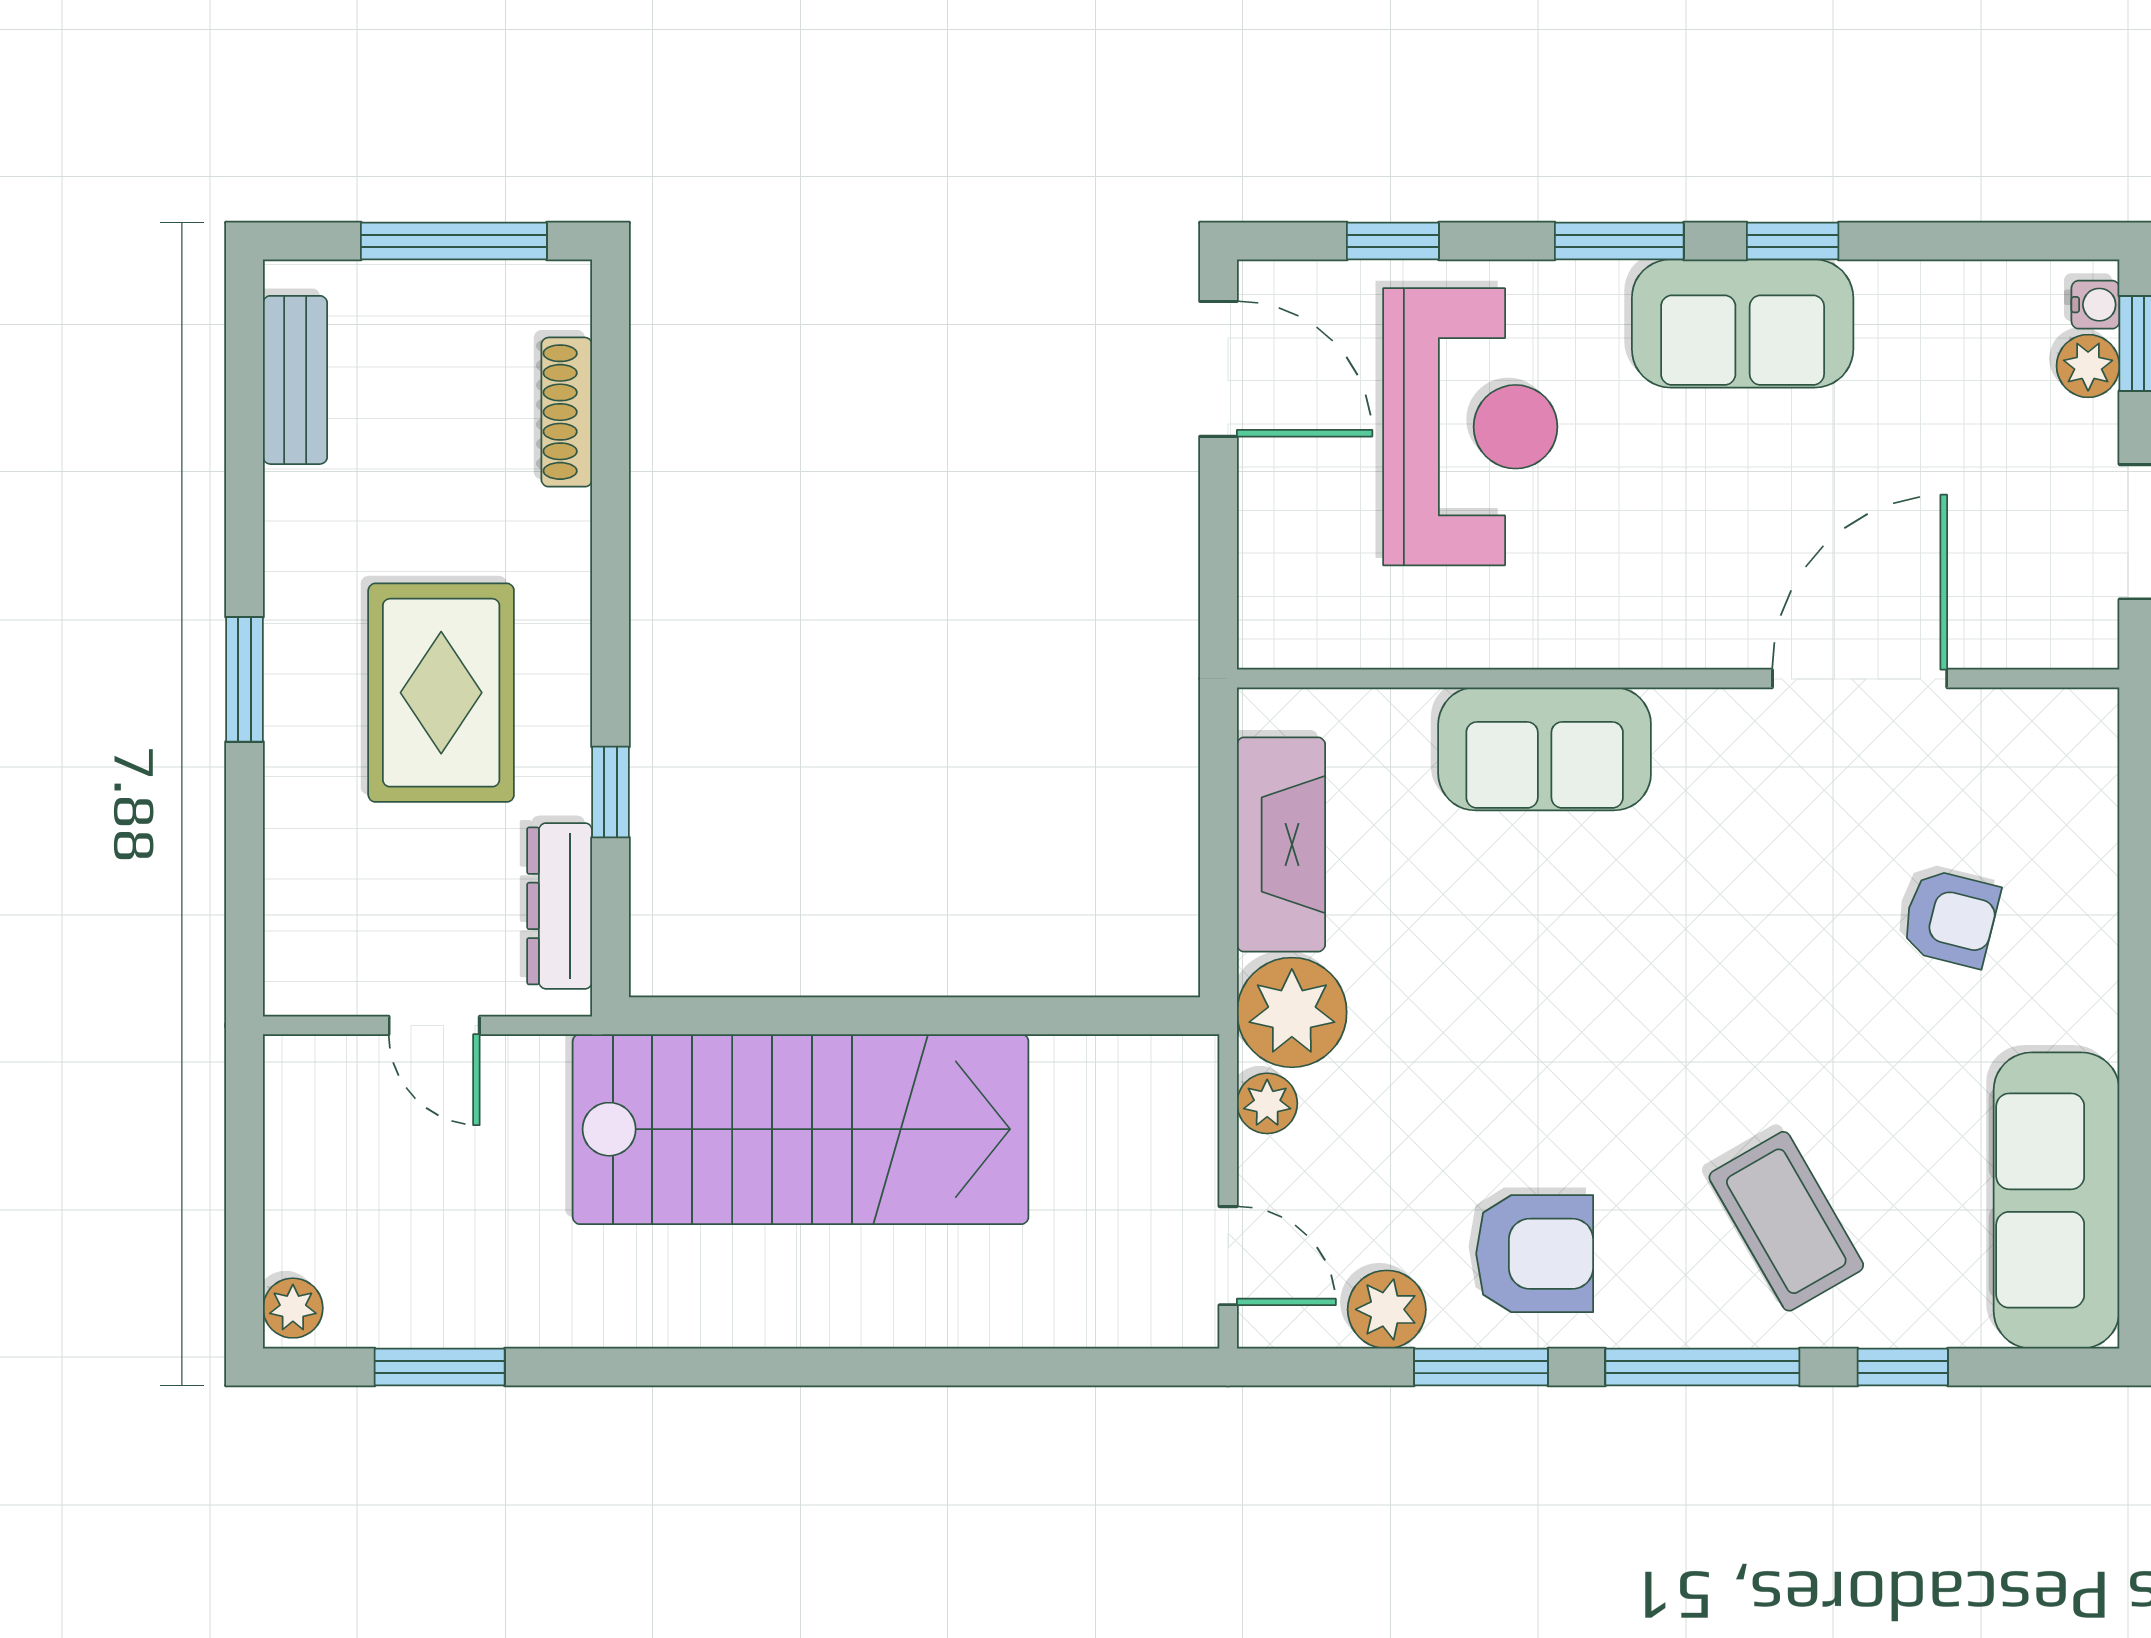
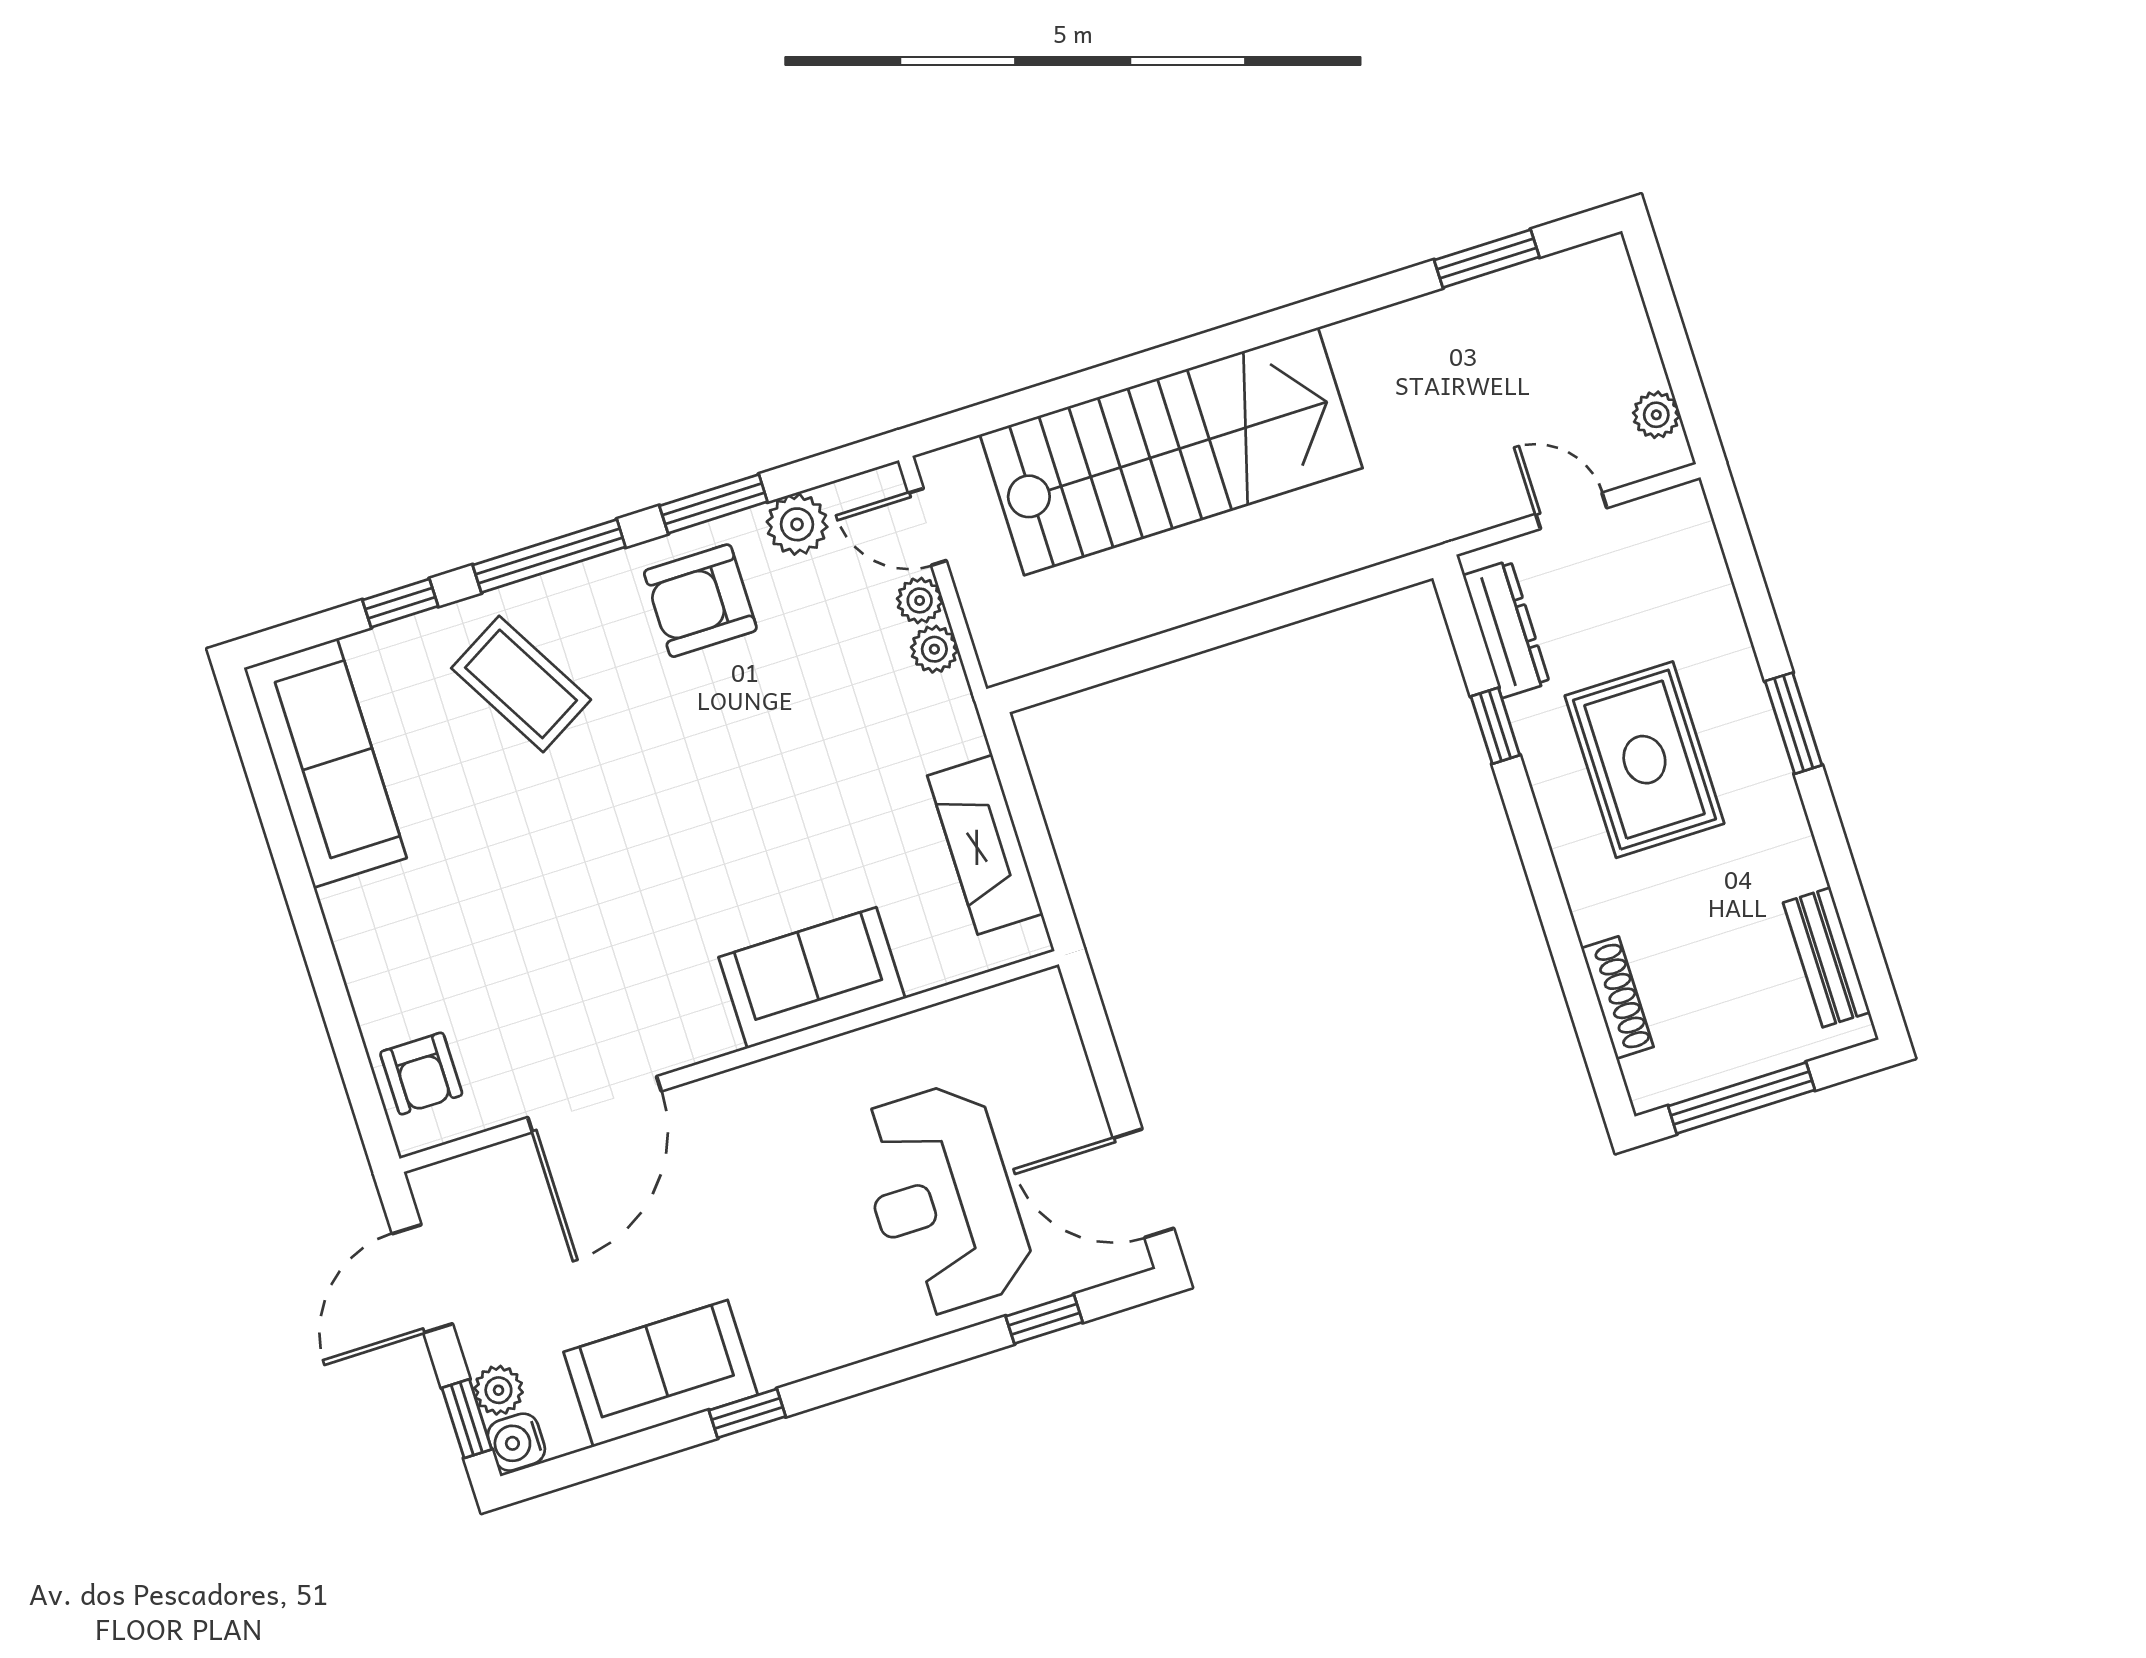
window: (1619, 241) -> (876, 1373), removed
water cooler: (2095, 305) -> (516, 1442), width x1.38, depth x1.38
sofa: (1743, 324) -> (661, 1373), moved
armchair: (1950, 918) -> (421, 1074), moved, turned -104
plant: (1292, 1012) -> (920, 600), moved, width x0.53, depth x0.53
stairs: (801, 1129) -> (1171, 451), moved, turned 180
plant: (293, 1308) -> (1656, 415), moved

